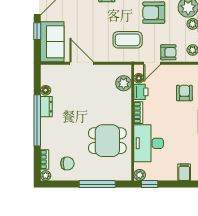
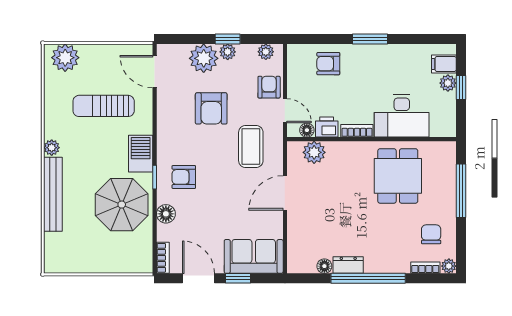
door: (82, 63) -> (285, 193), moved
plant: (140, 175) -> (448, 83), moved
window: (150, 184) -> (461, 87), moved

